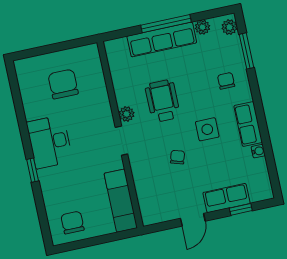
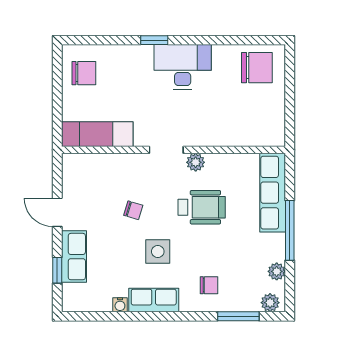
row of seats: (162, 39) -> (273, 193), moved
chair: (63, 84) -> (257, 68), moved

